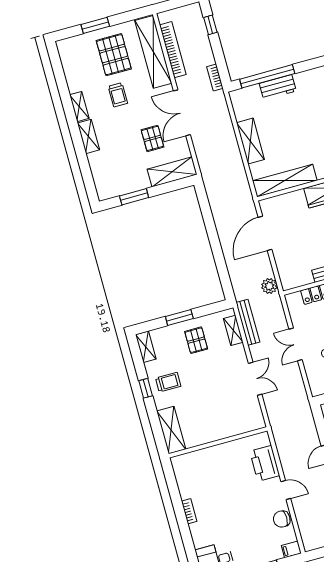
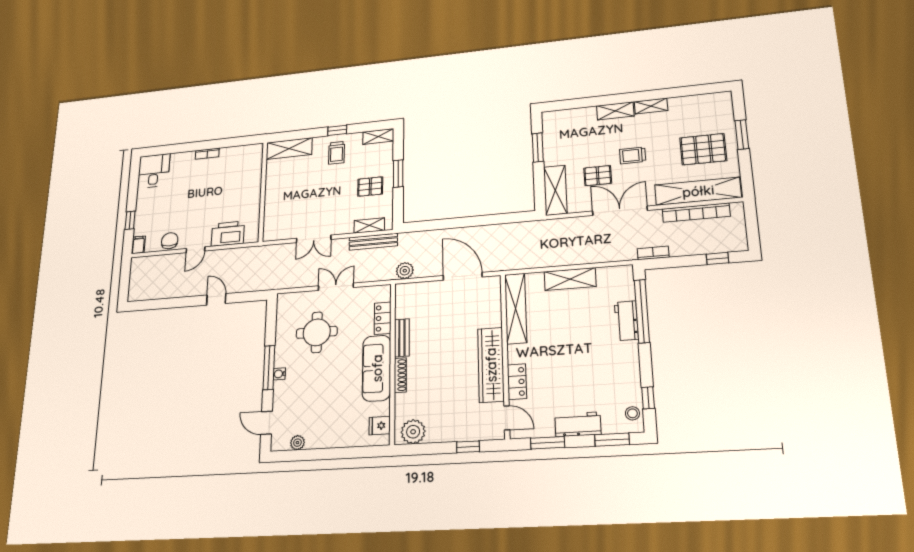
trolley: (118, 95) -> (633, 155), moved

